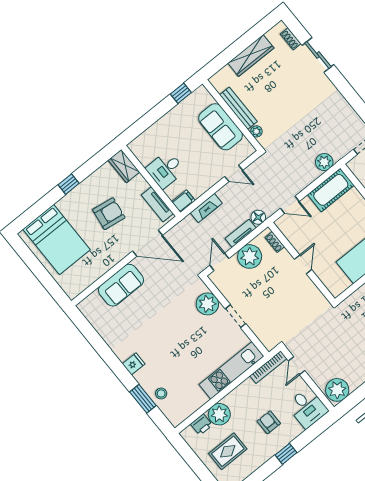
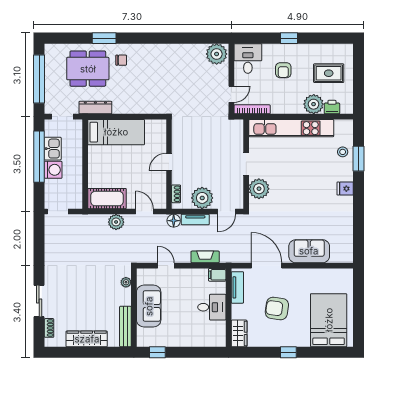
bench: (238, 108) -> (125, 327), moved
plant: (324, 162) -> (116, 222), moved
kitchen unit: (231, 370) -> (291, 128), width x1.36

